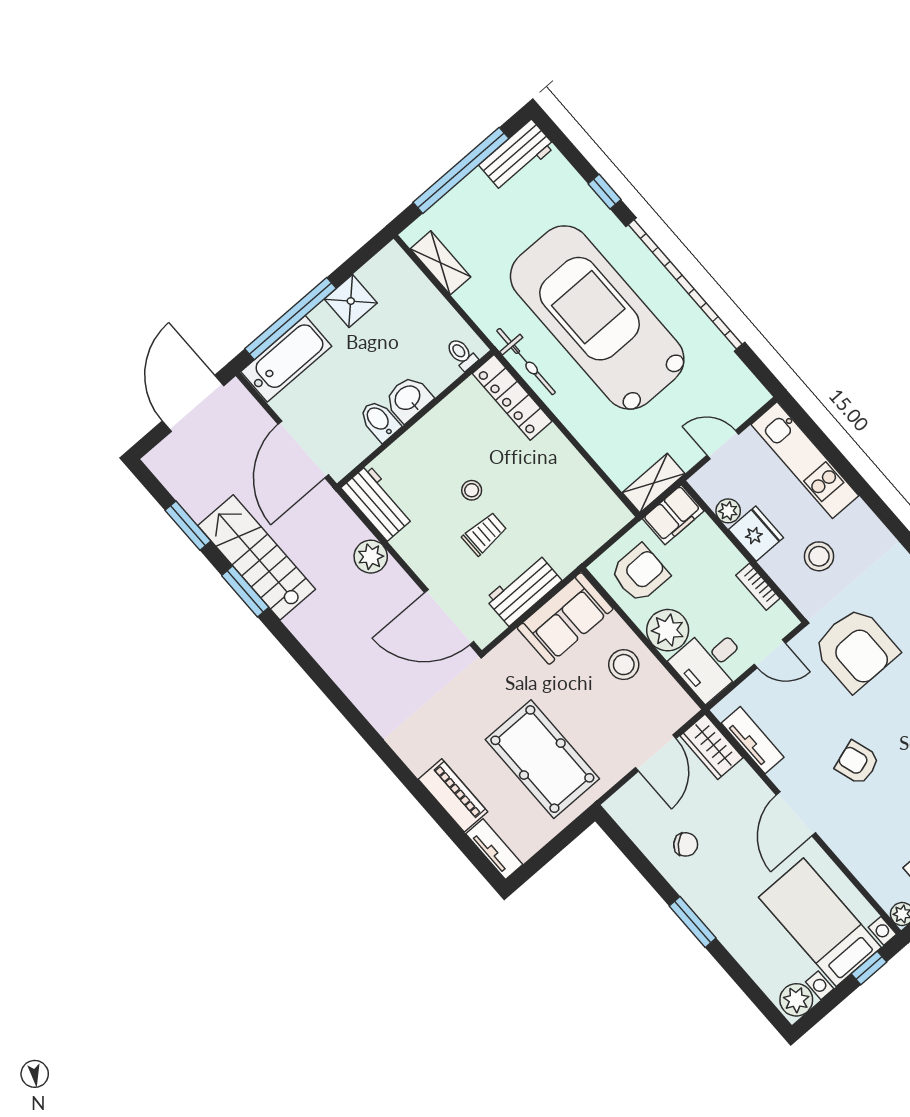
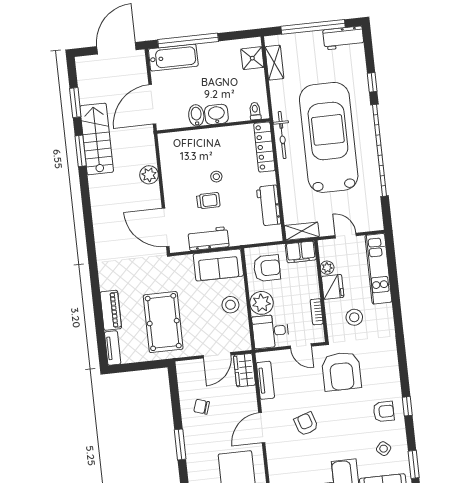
shower: (351, 301) -> (252, 58), moved
workbench: (378, 503) -> (269, 205), moved, turned 180
chair: (686, 844) -> (202, 407), turned 152

